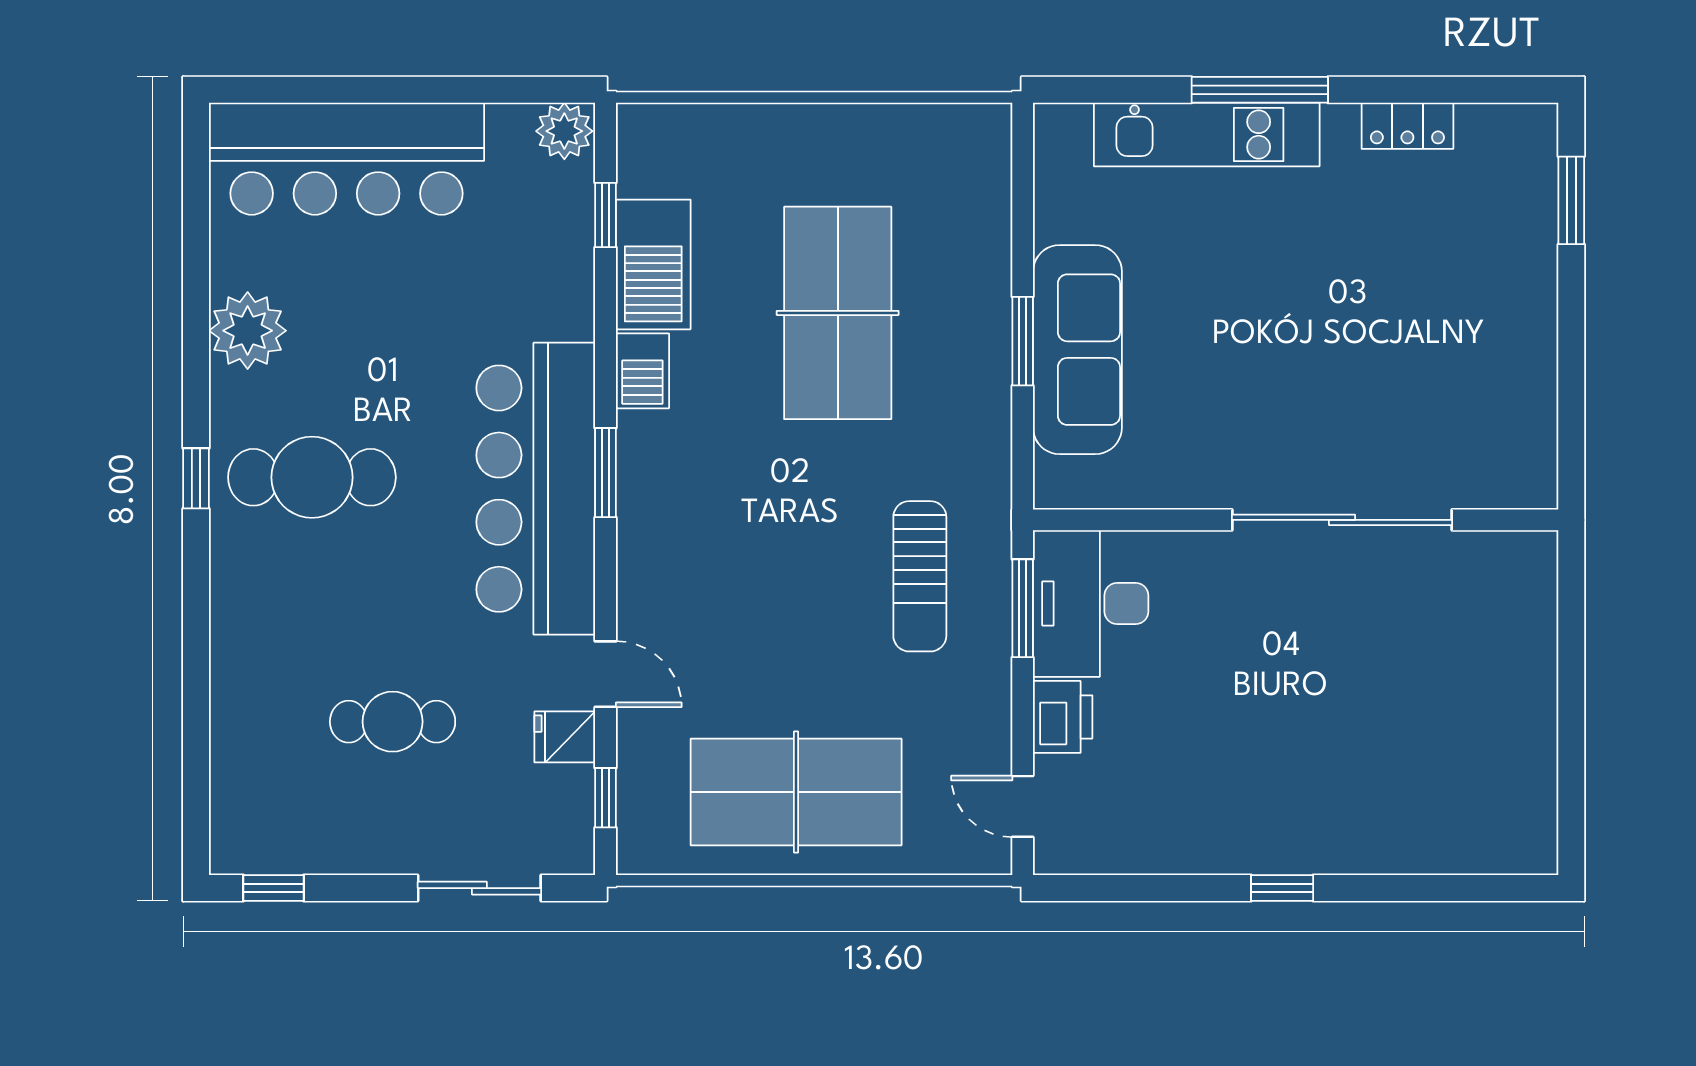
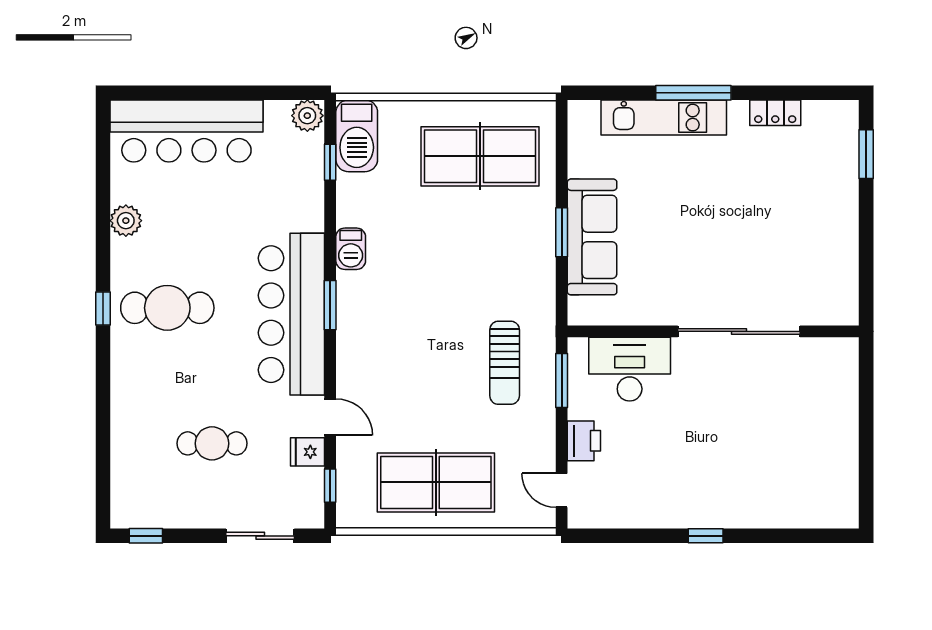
barbecue: (653, 264) -> (357, 136), moved
table tennis table: (838, 313) -> (480, 156), moved, turned 90
plant: (248, 331) -> (126, 221), width x0.73, depth x0.73
desk: (1091, 604) -> (630, 369), moved, turned 90

